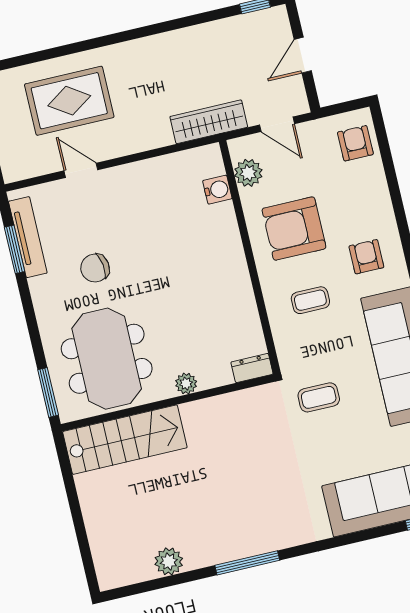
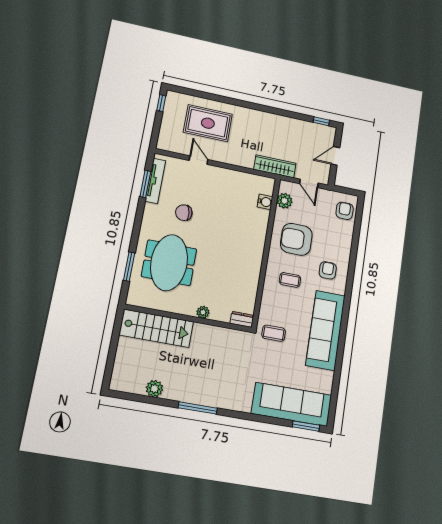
dresser: (252, 368) -> (242, 319), moved
plant: (186, 384) -> (203, 312), moved
wall: (168, 403) -> (189, 318), moved
stairs: (125, 440) -> (156, 328), moved

